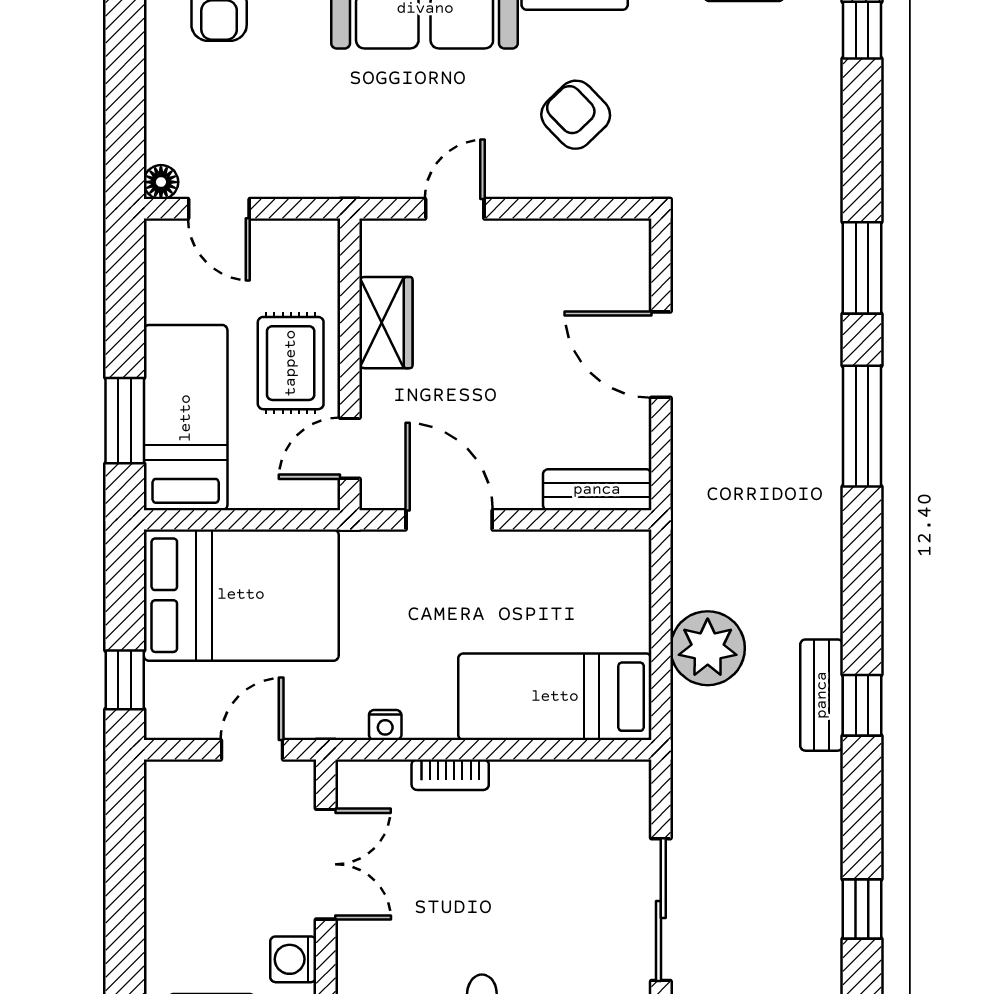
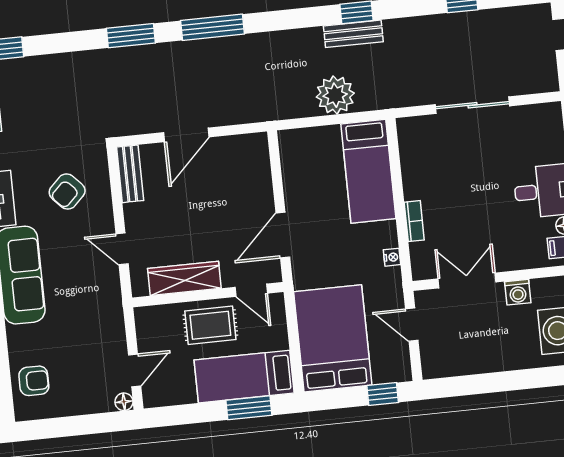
wardrobe: (386, 323) -> (184, 278), width x1.50
bench: (597, 490) -> (130, 174), moved

